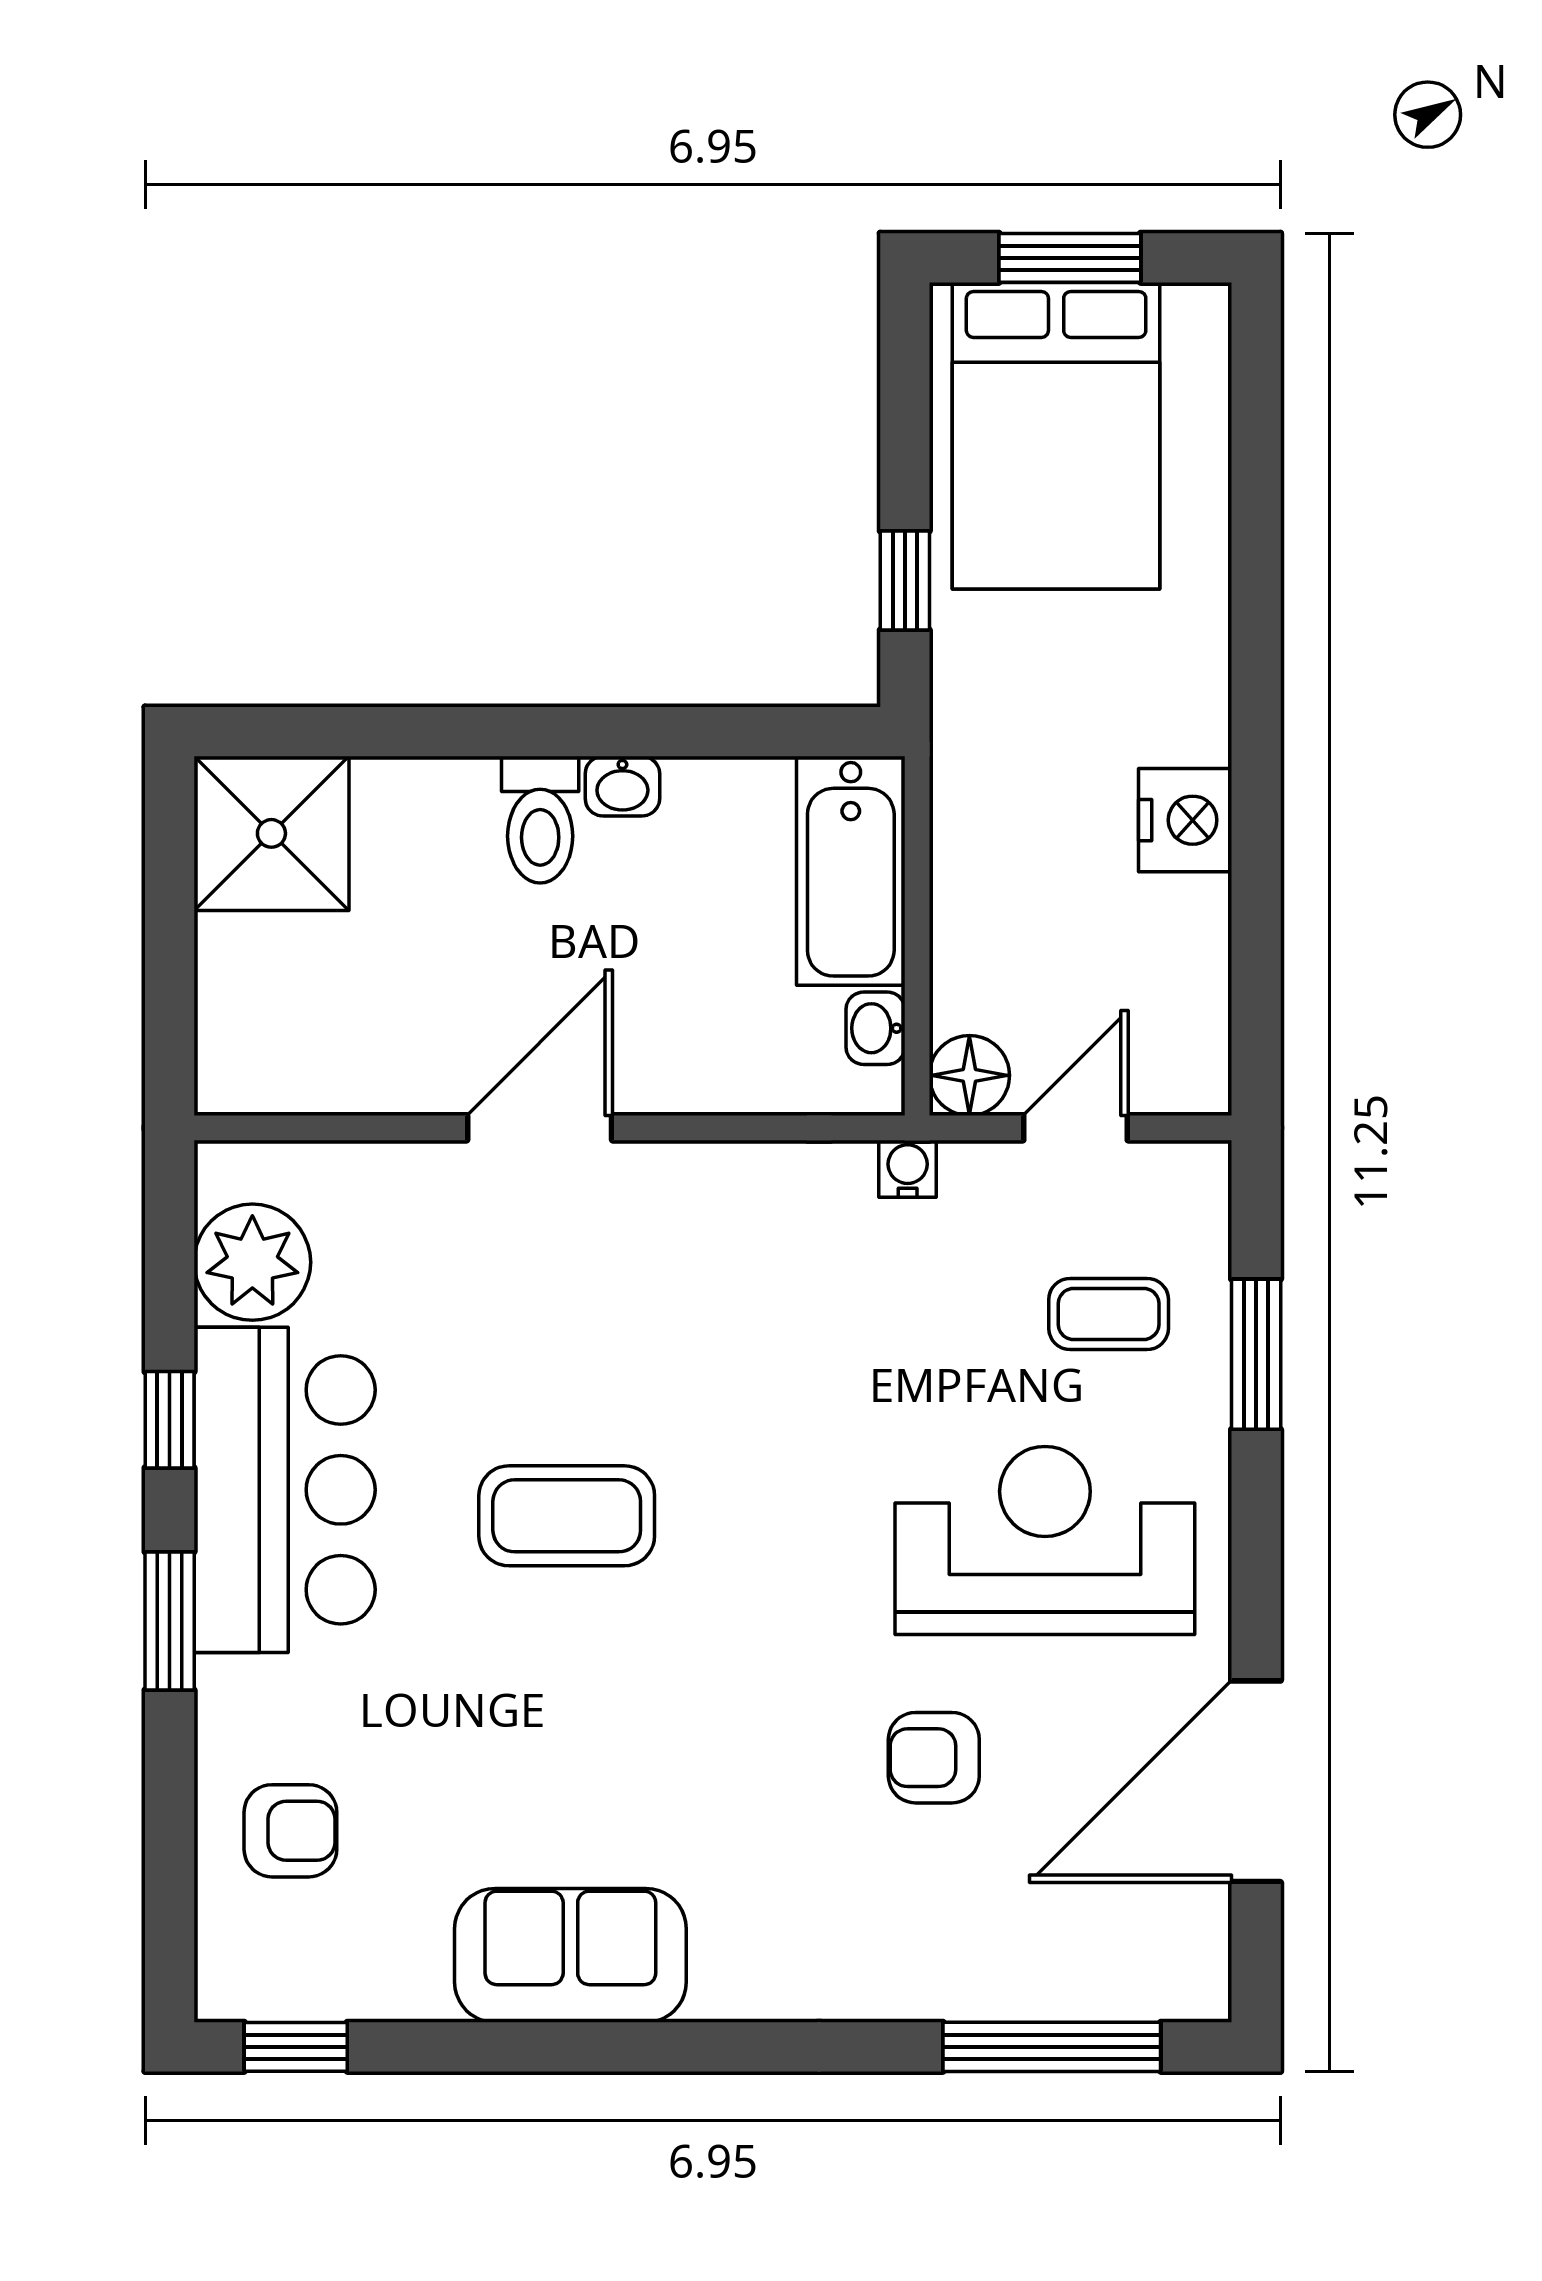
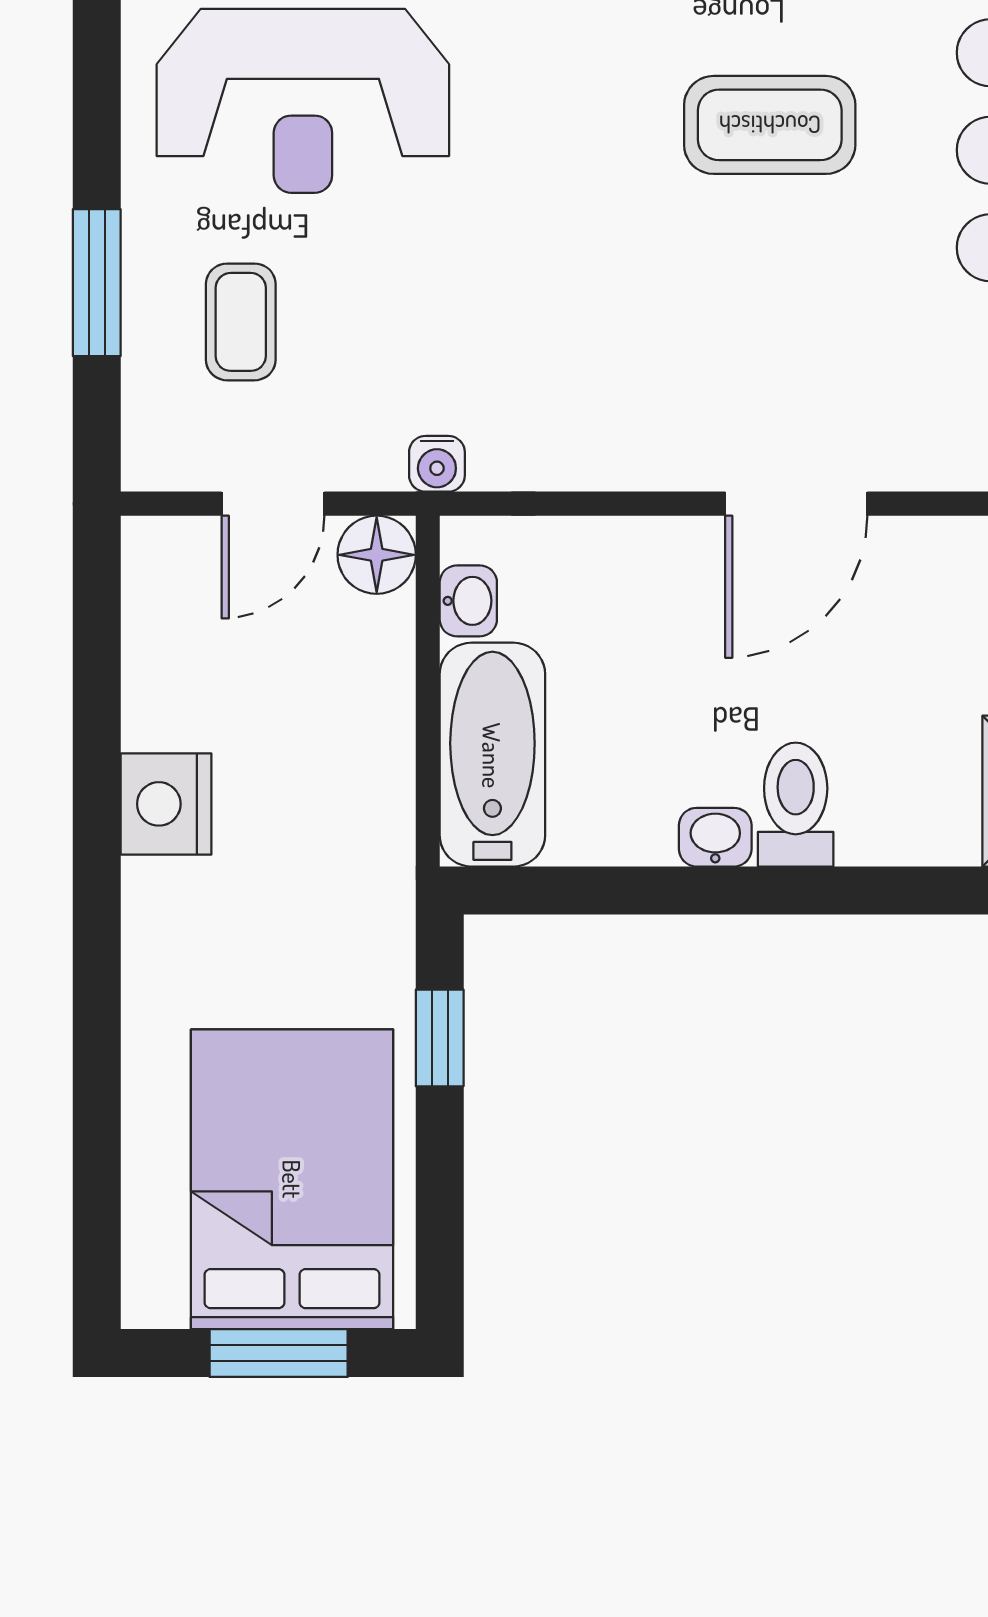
coffee table: (1109, 1314) -> (241, 322), turned 90

